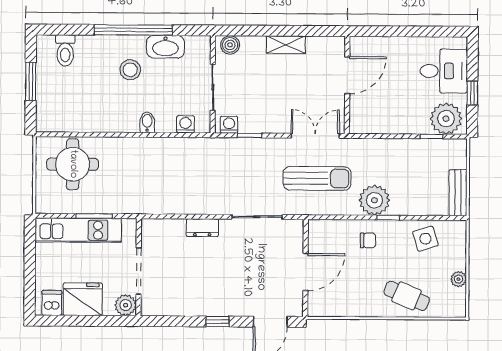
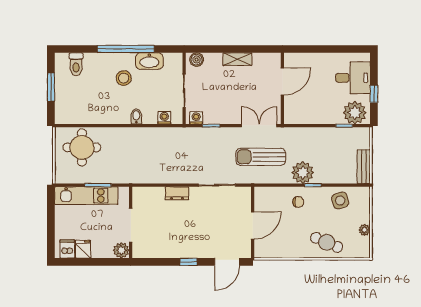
sun lounger: (317, 178) -> (261, 157), turned 180
fridge: (83, 299) -> (83, 249), width x0.53, depth x0.75

